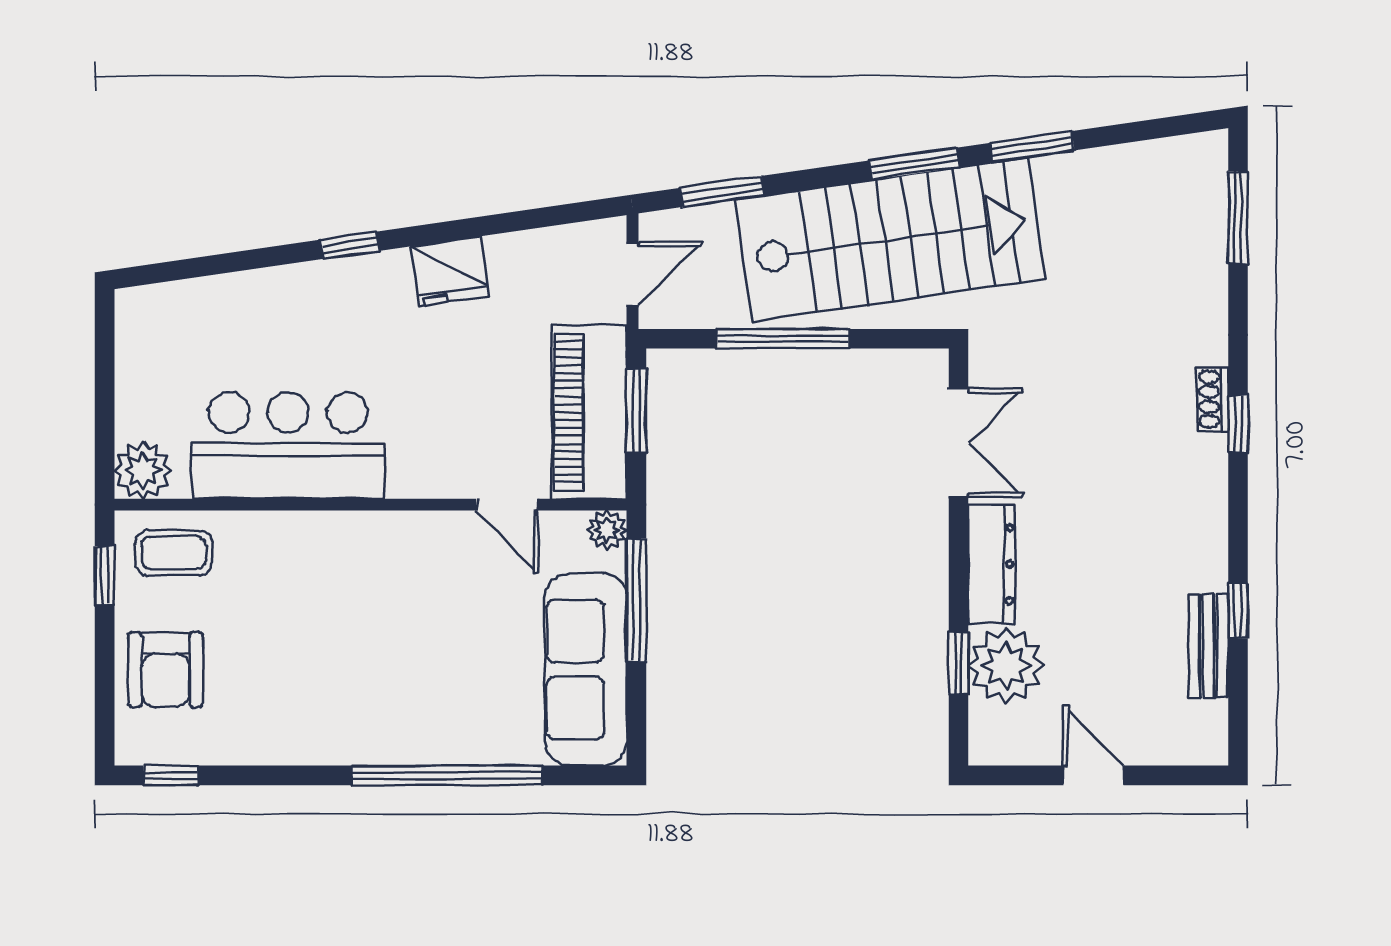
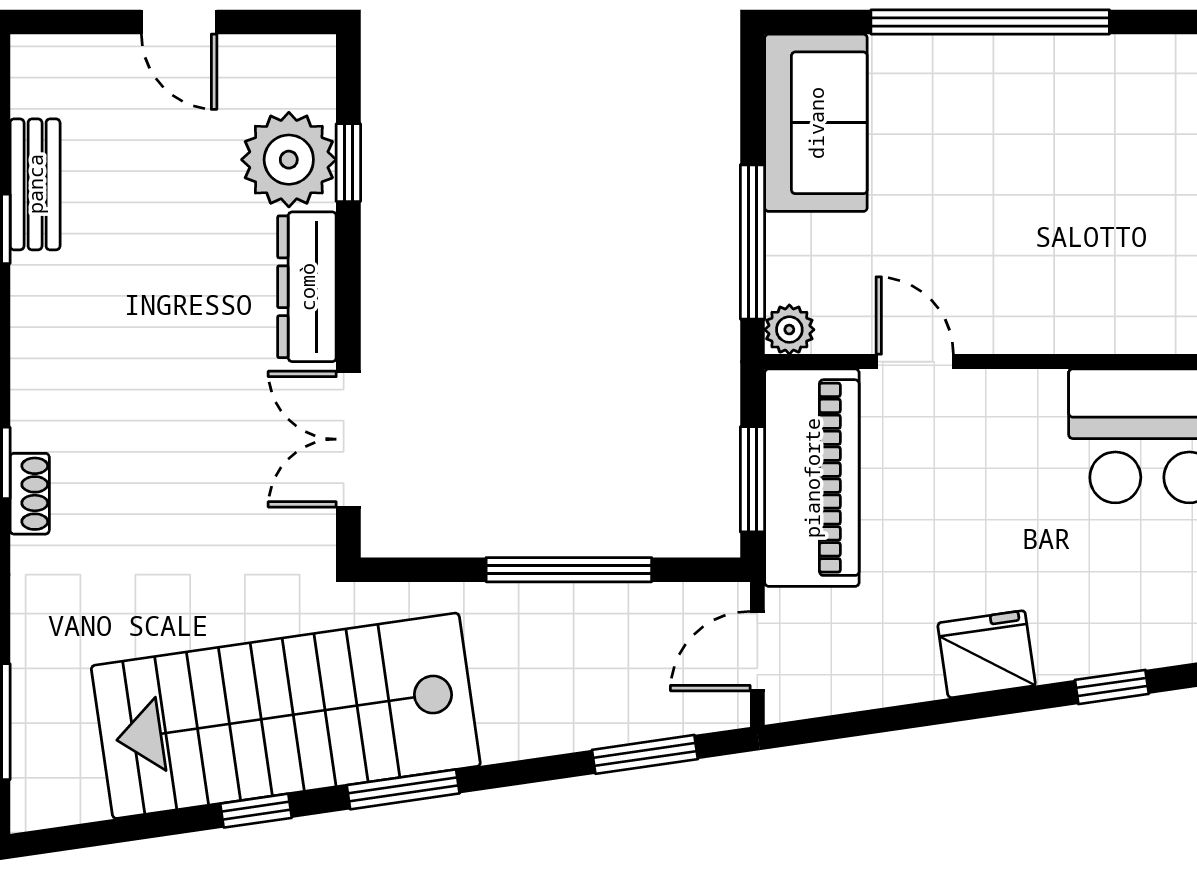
window: (1032, 147) -> (256, 811), width x0.67
stairs: (890, 239) -> (286, 716), moved
sofa: (586, 669) -> (816, 123), width x0.73

